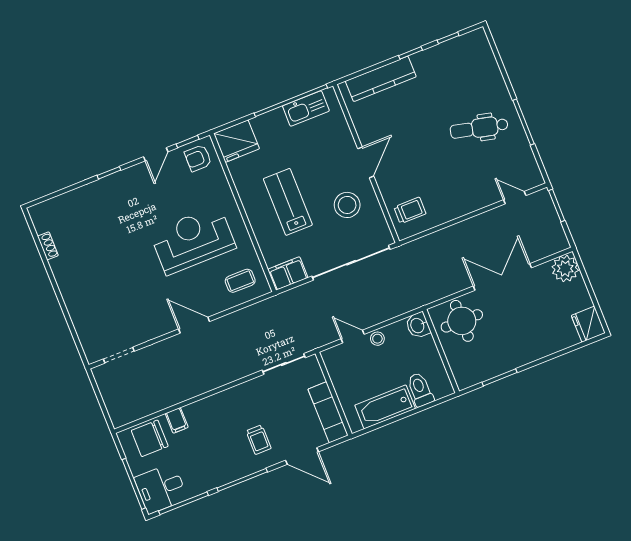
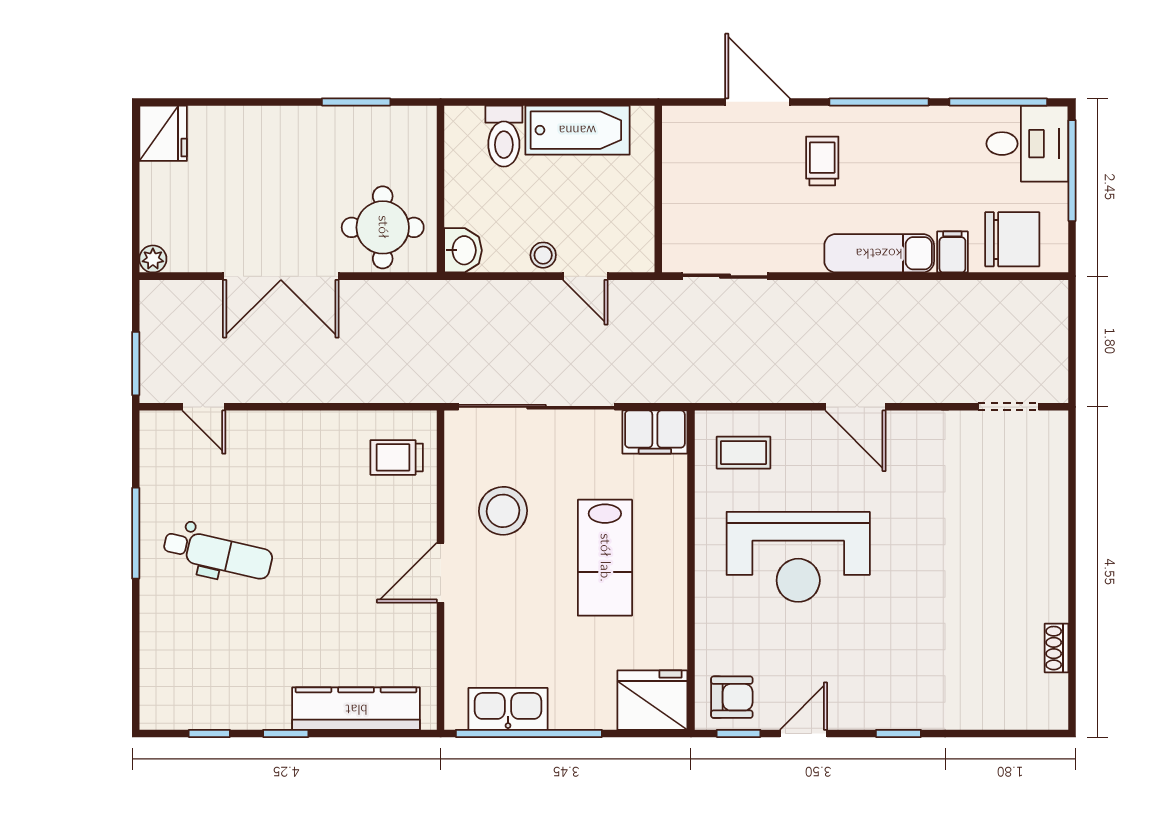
plant: (565, 269) -> (153, 259), width x0.53, depth x0.53
exam couch: (328, 412) -> (879, 253), moved, turned -90

